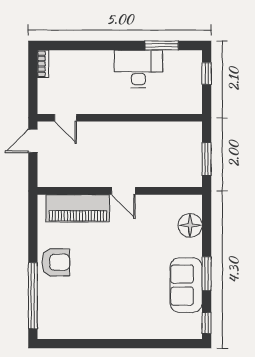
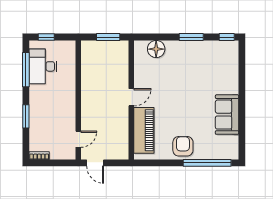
window: (97, 45) -> (26, 116), added
window: (162, 45) -> (26, 70), width x1.44
desk: (138, 69) -> (43, 66), moved
sofa: (186, 285) -> (227, 115), moved, turned 90

